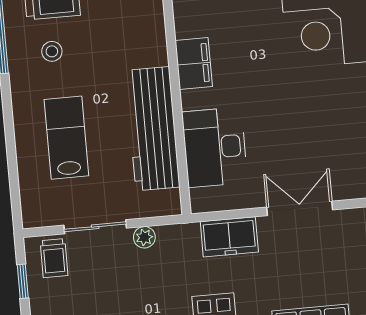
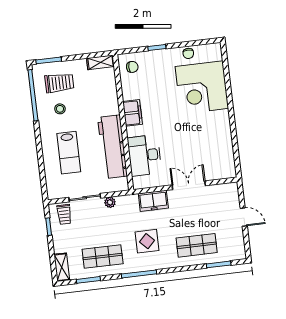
lab bench: (66, 138) -> (69, 153), turned 180

